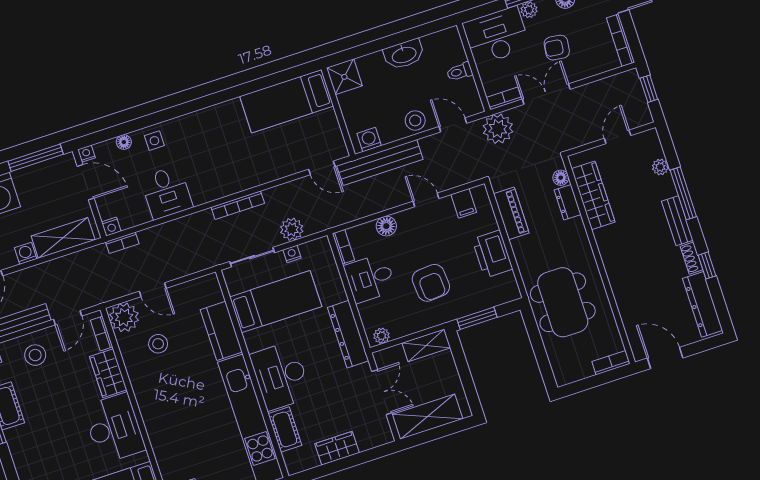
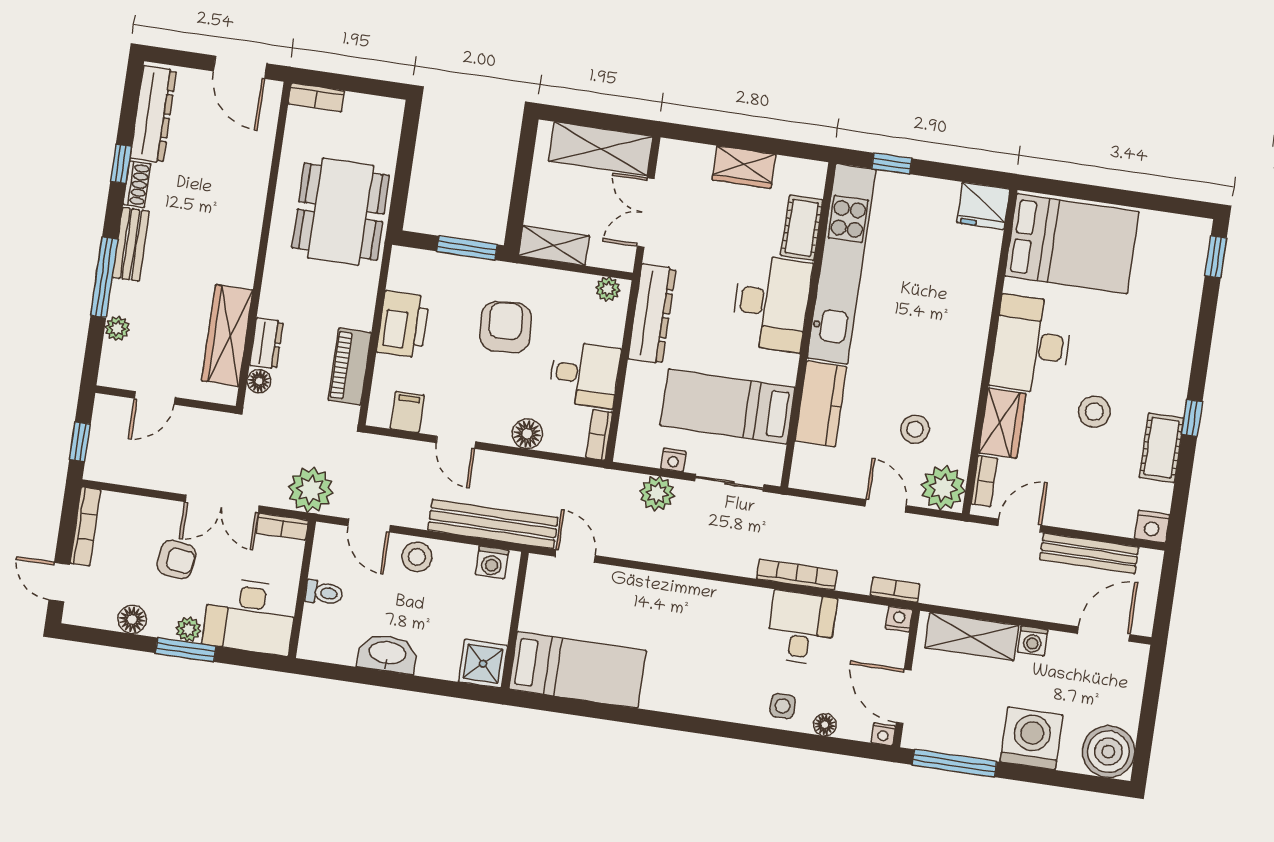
bookcase: (238, 205) -> (797, 575), moved
stool: (35, 355) -> (1094, 412), moved

